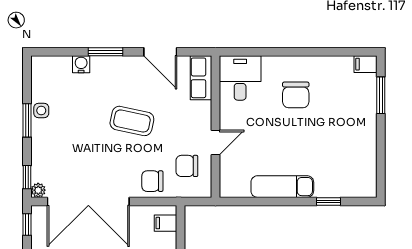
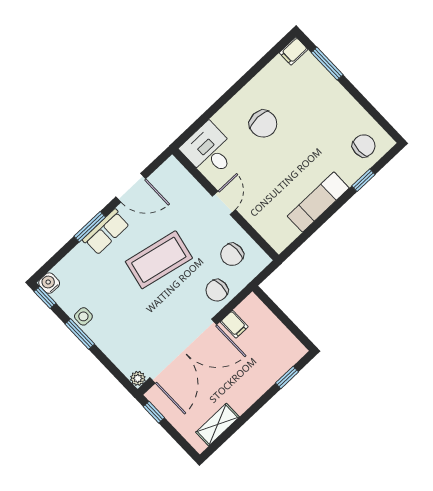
water cooler: (81, 64) -> (49, 283), moved
row of seats: (201, 78) -> (106, 232), moved, turned -90
coffee table: (132, 121) -> (159, 260), width x1.36, depth x1.32
door: (216, 143) -> (224, 203), moved
window: (27, 177) -> (45, 297), moved
chair: (352, 177) -> (364, 146), added
filing cabinet: (166, 223) -> (234, 324), moved, turned -90

